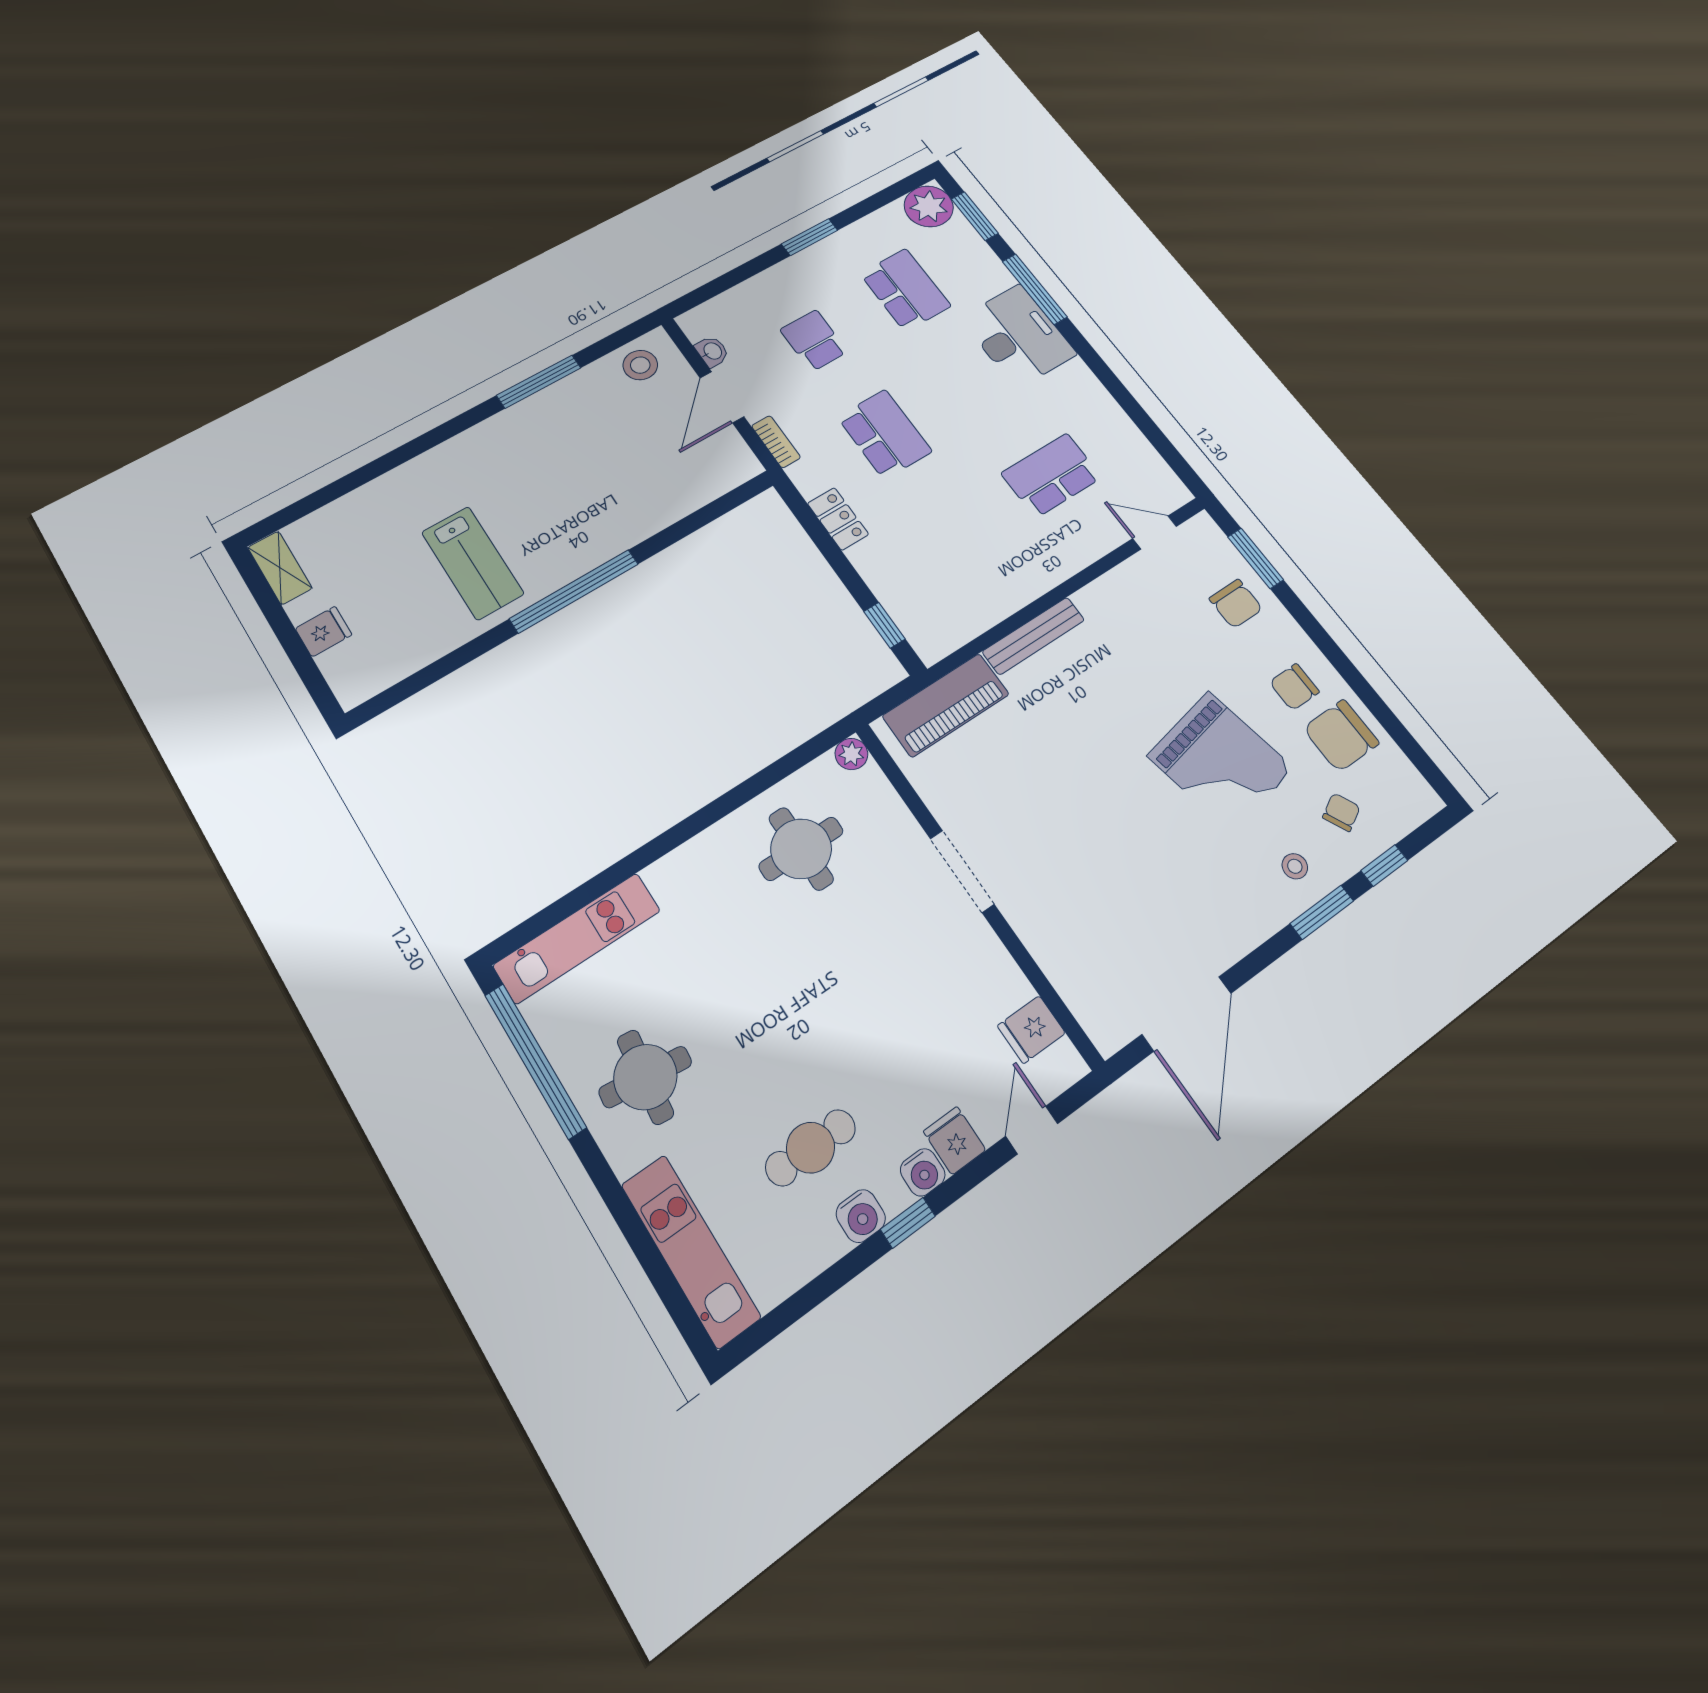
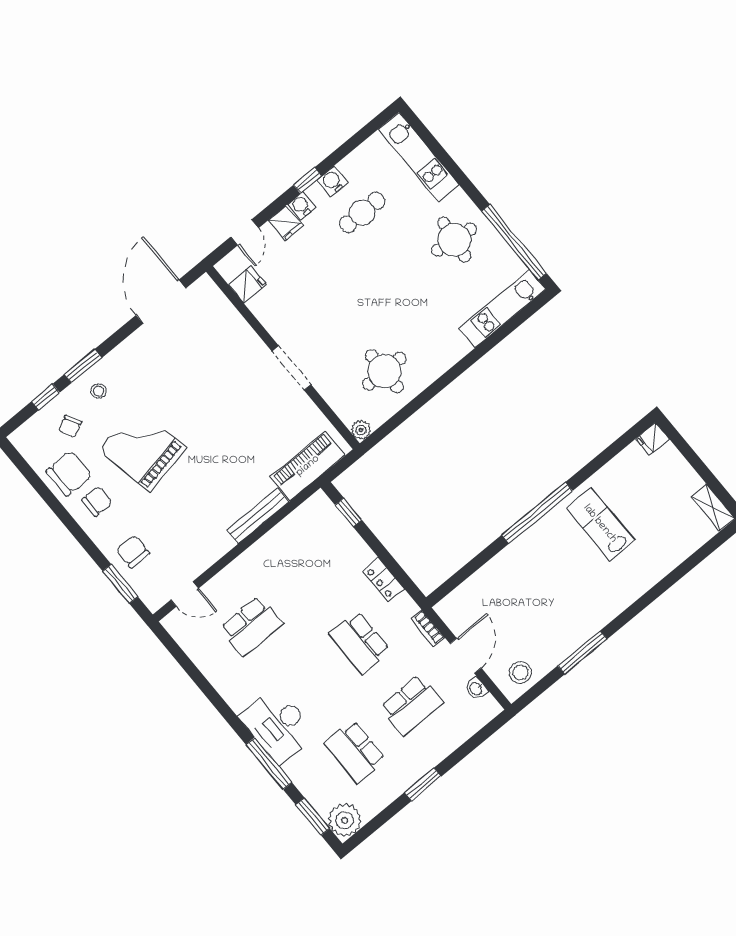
school desk: (814, 341) -> (412, 705), width x1.85
fridge: (324, 632) -> (652, 439), moved

